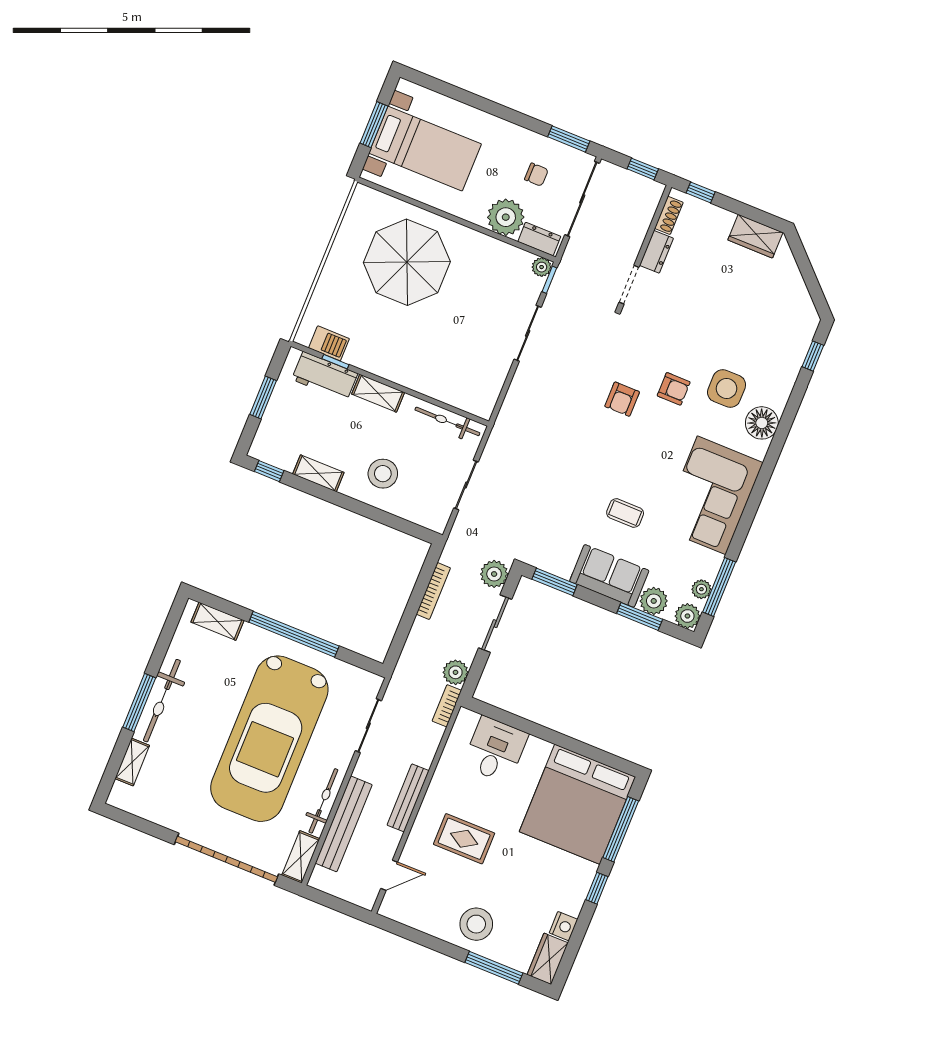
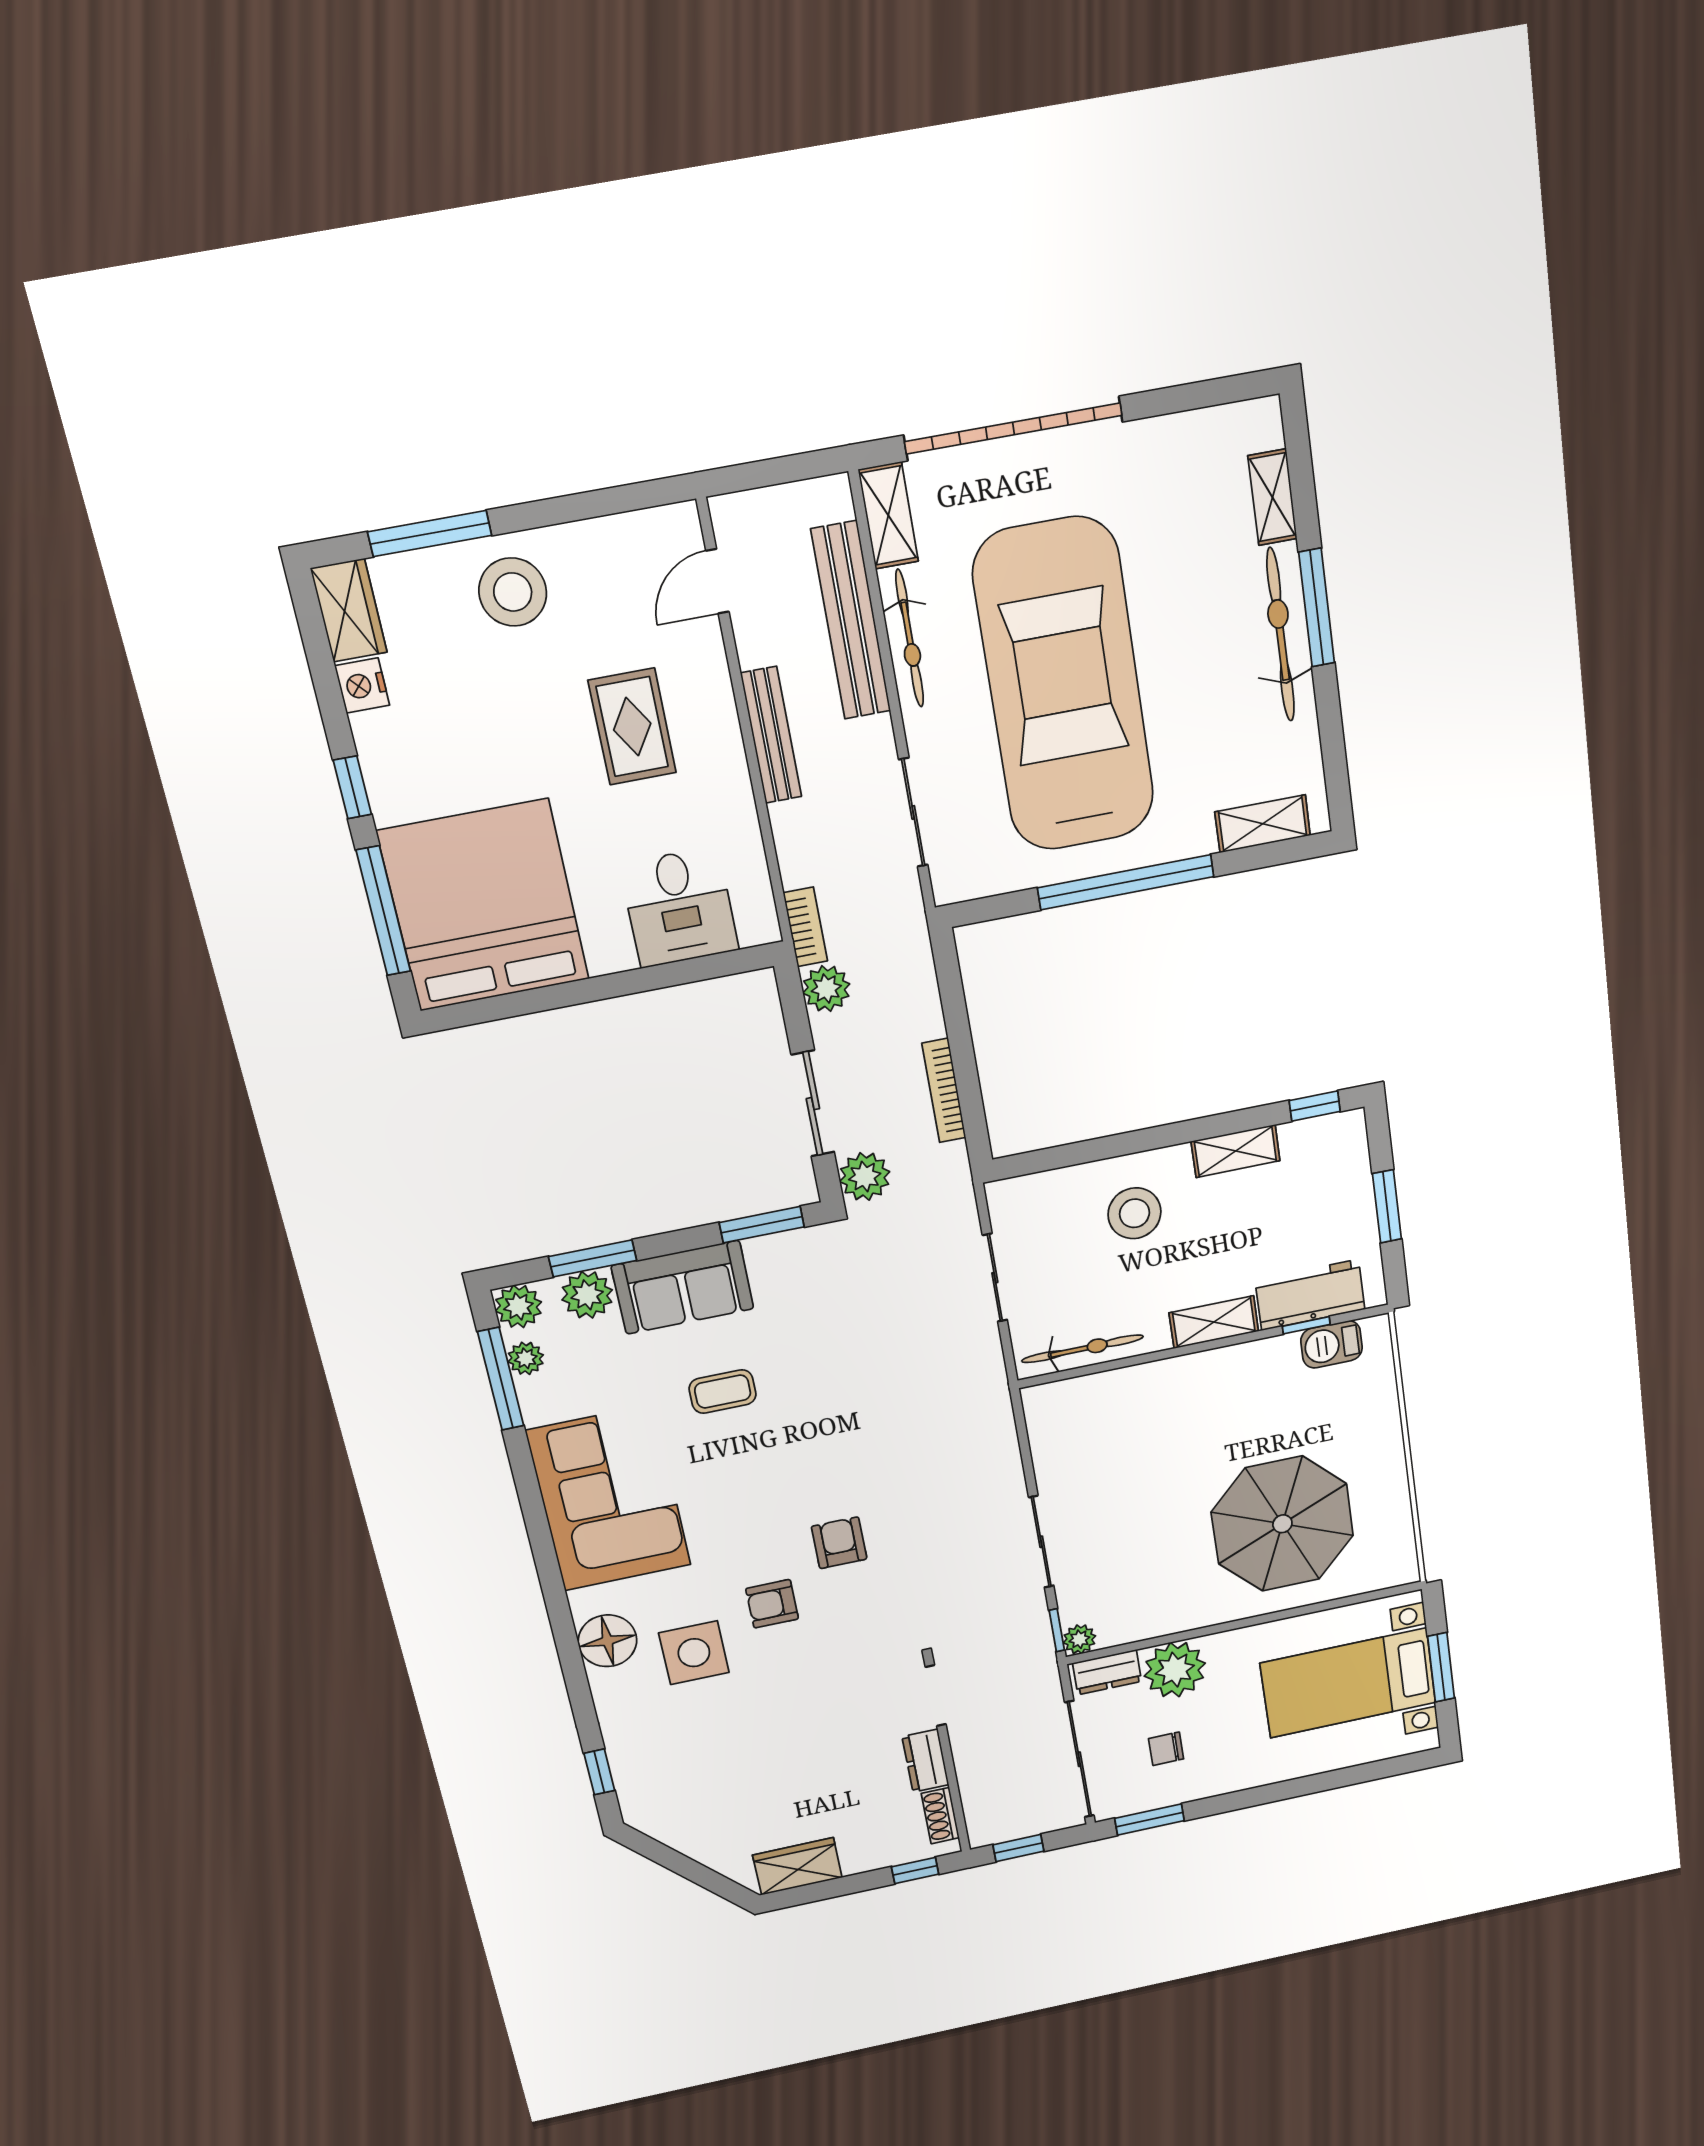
rug: (464, 839) -> (632, 727), turned 90

